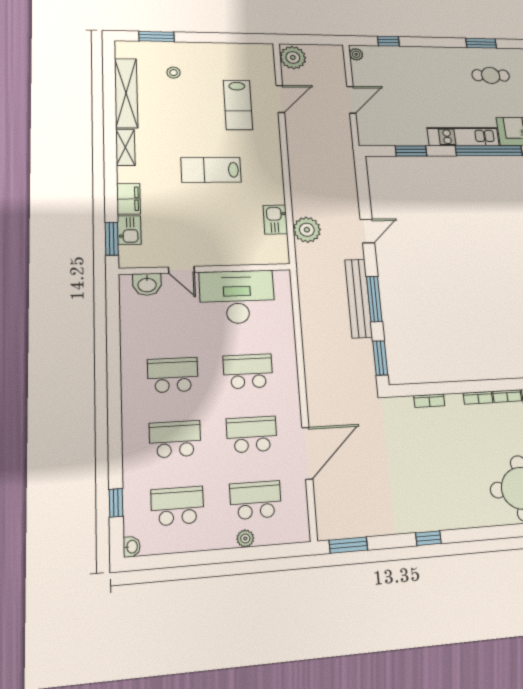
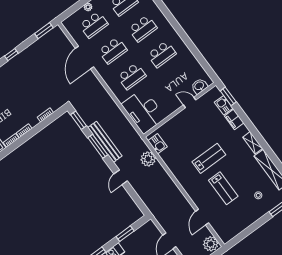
lab bench: (238, 105) -> (223, 188), moved, turned 180
kitchen sink: (275, 220) -> (157, 144), moved
desk: (237, 297) -> (143, 111), moved, turned 90

